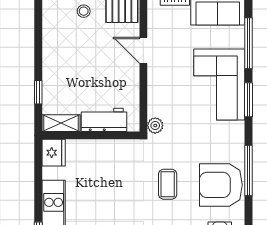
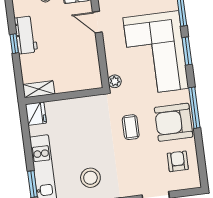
corner sofa: (219, 84) -> (156, 53), width x1.36, depth x1.36
window: (38, 92) -> (14, 44), moved
workbench: (104, 120) -> (26, 35), moved, turned 90

